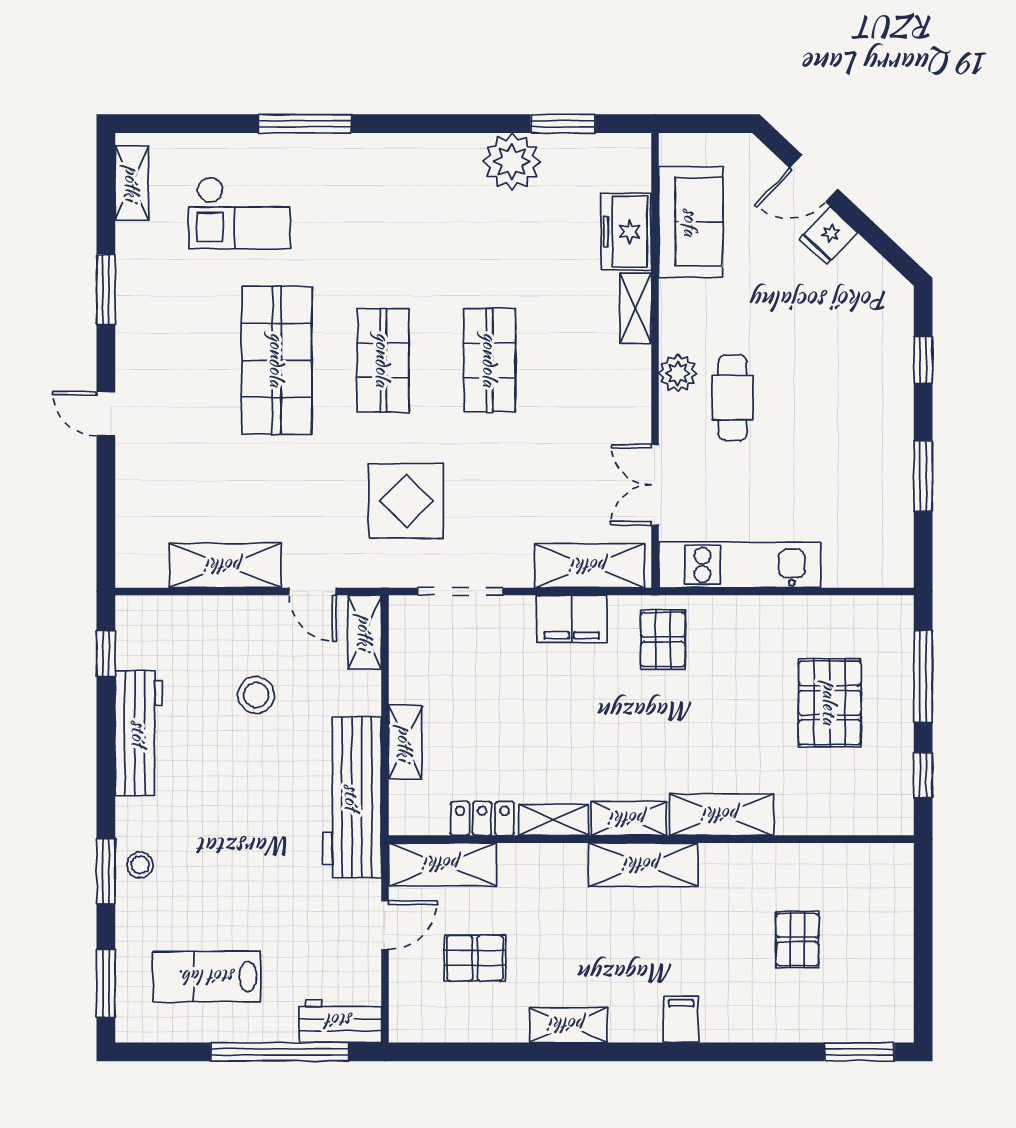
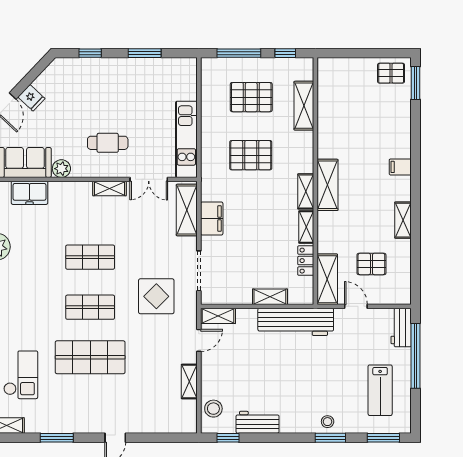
shelving: (635, 308) -> (110, 188), moved
plant: (678, 373) -> (61, 169), moved
shelving: (225, 566) -> (189, 382), width x0.67, depth x0.75
pallet: (663, 640) -> (251, 155), moved, width x1.50, depth x1.42
stool: (256, 695) -> (213, 409), moved
workbench: (139, 733) -> (258, 422), width x0.73
shelving: (722, 815) -> (304, 106), moved
pallet: (797, 940) -> (391, 73), moved
pallet: (475, 958) -> (371, 264), turned 90

